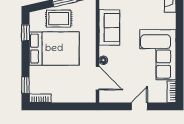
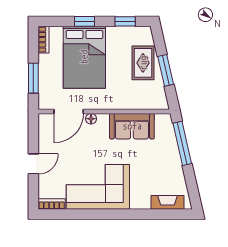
bed: (54, 49) -> (84, 57), moved
window: (25, 85) -> (84, 21), moved
window: (71, 106) -> (33, 78), added
door: (139, 106) -> (33, 164), hinge flipped

